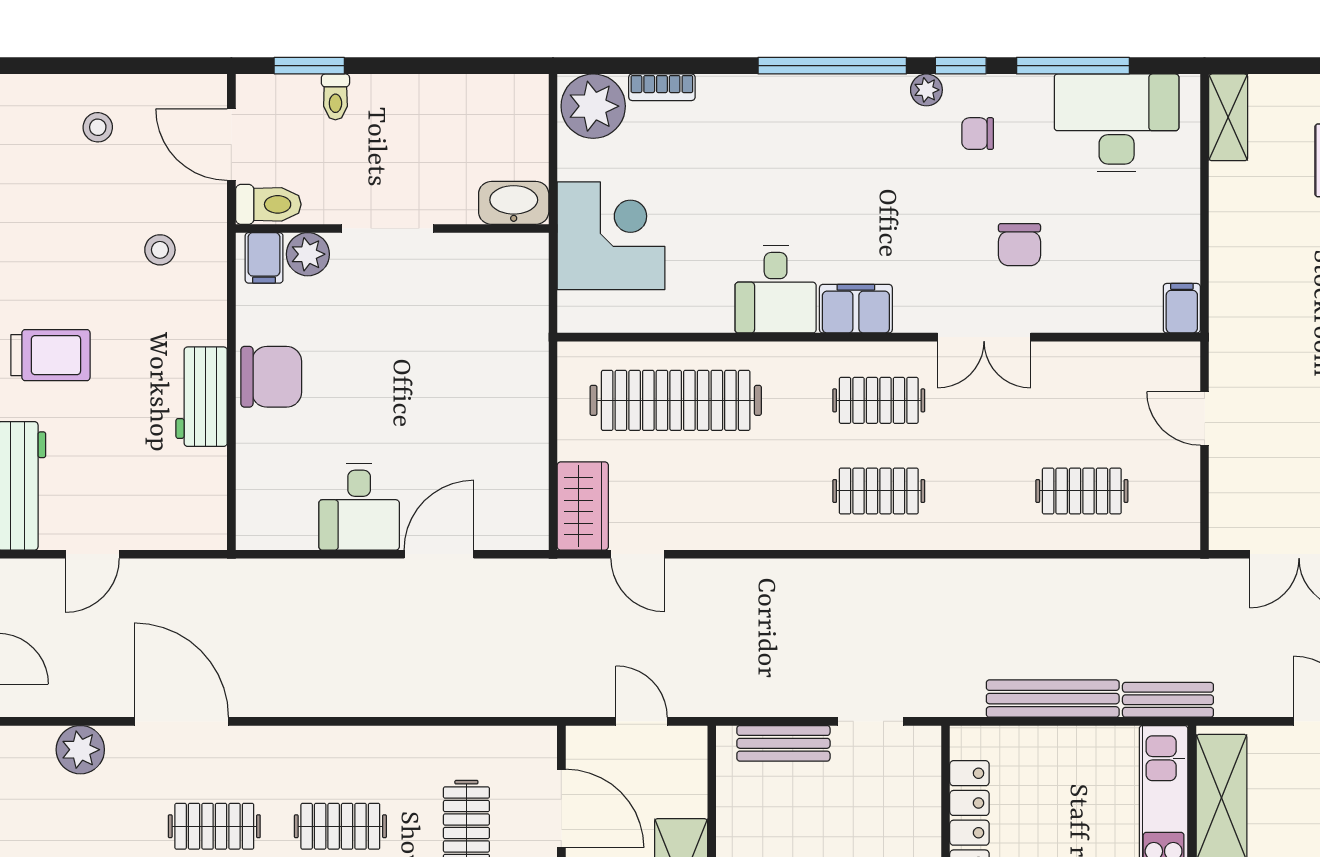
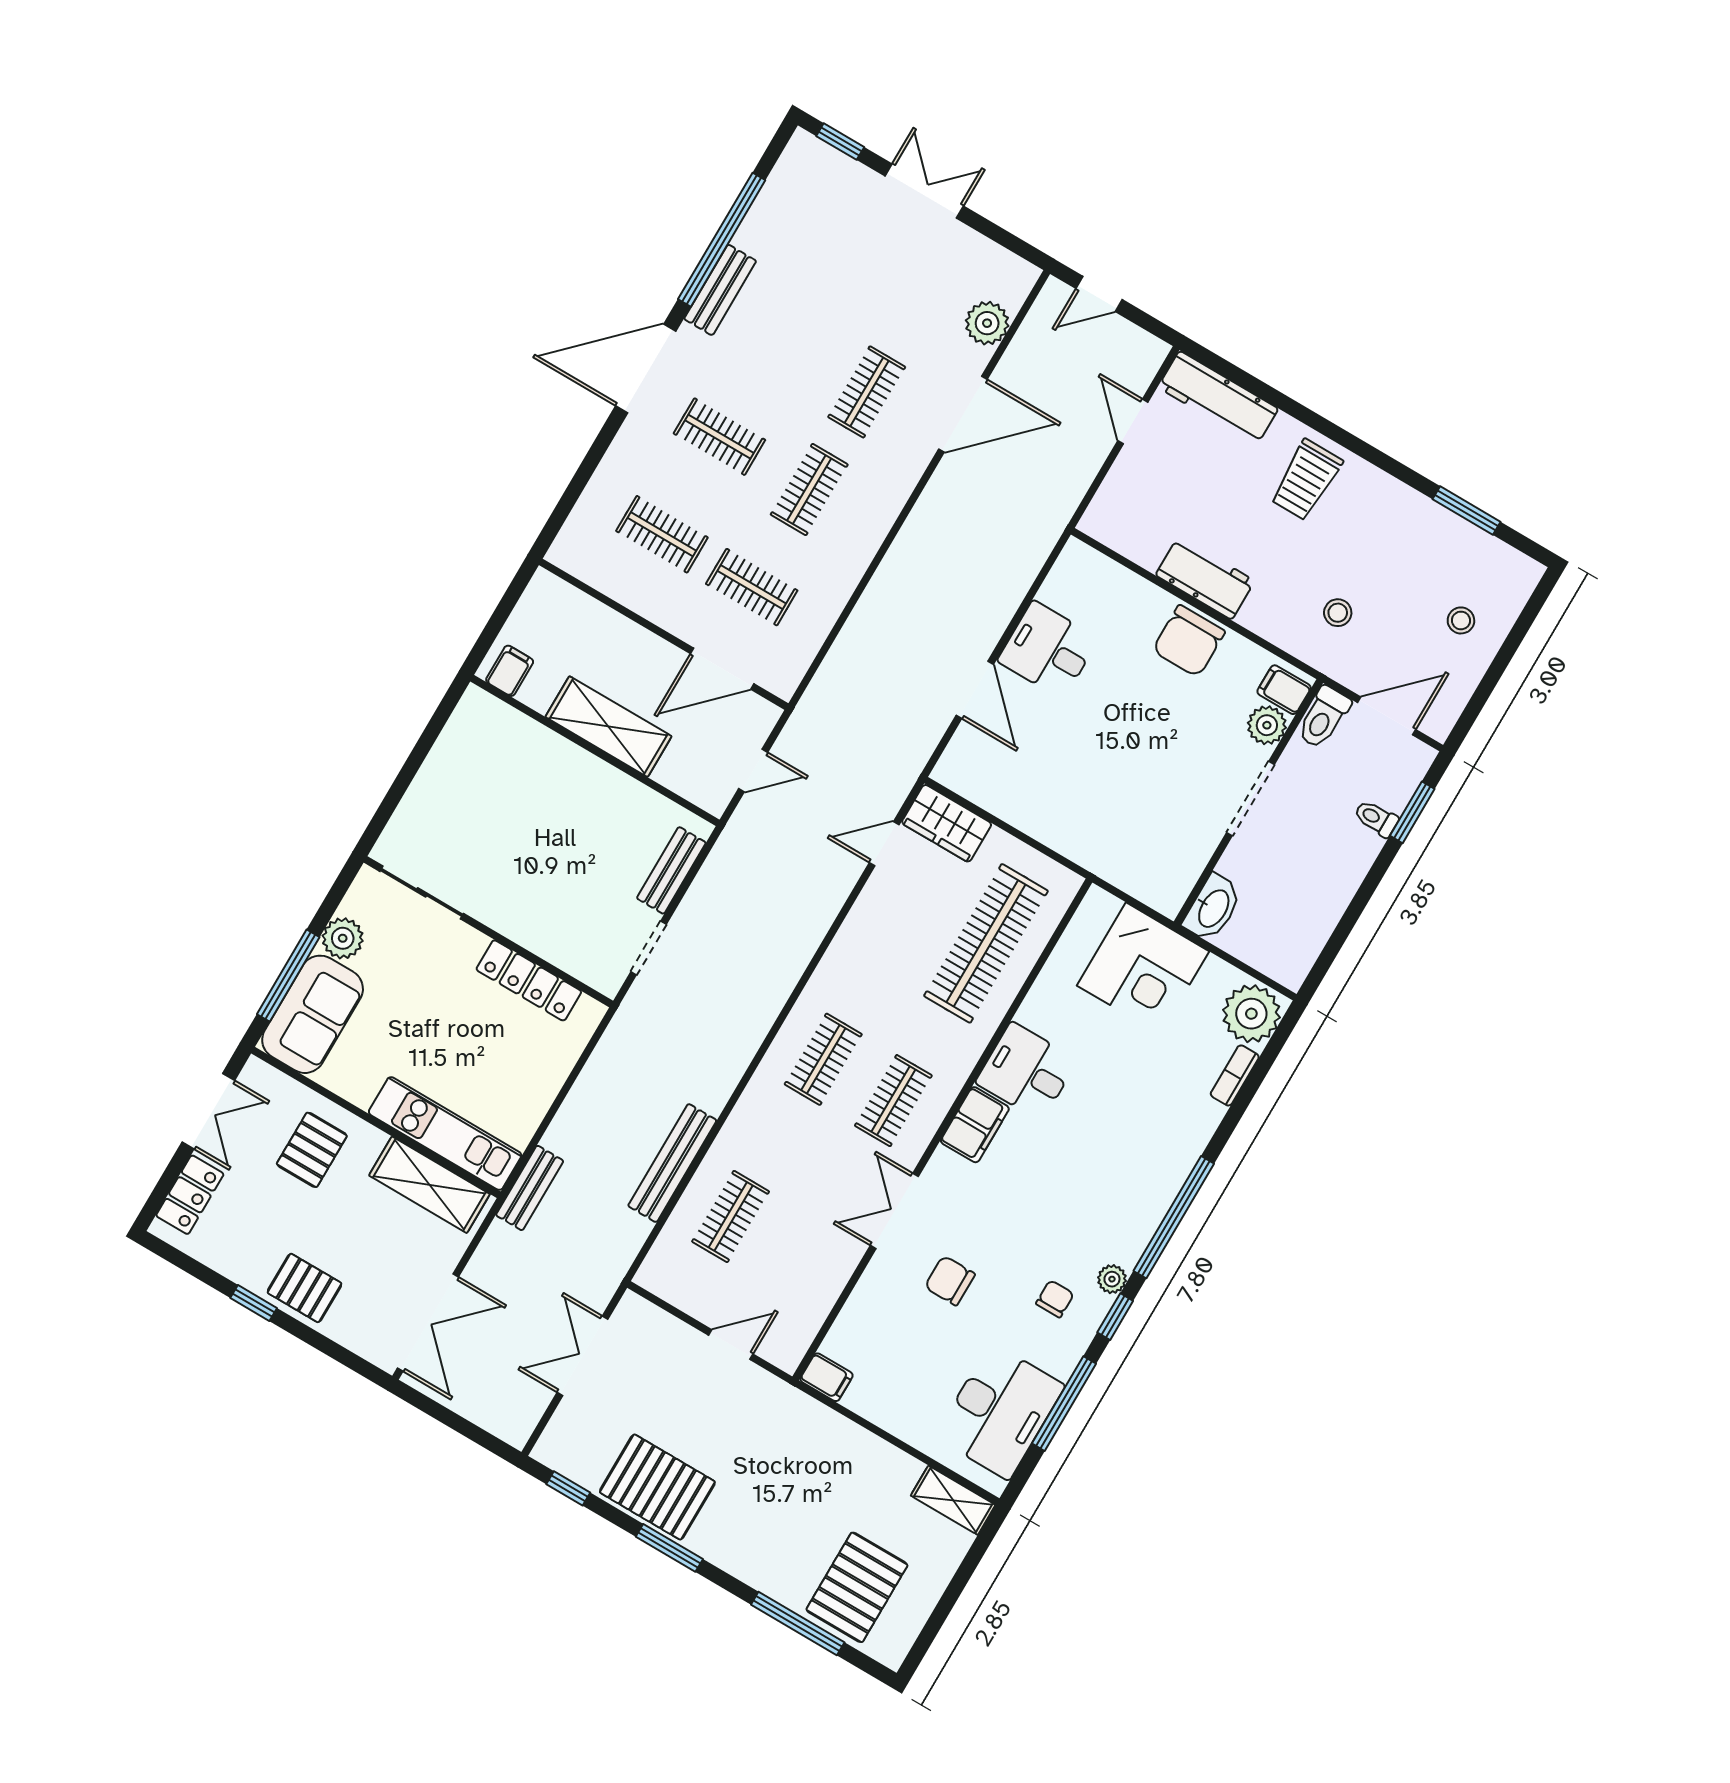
bench: (1053, 699) -> (672, 1163), moved

